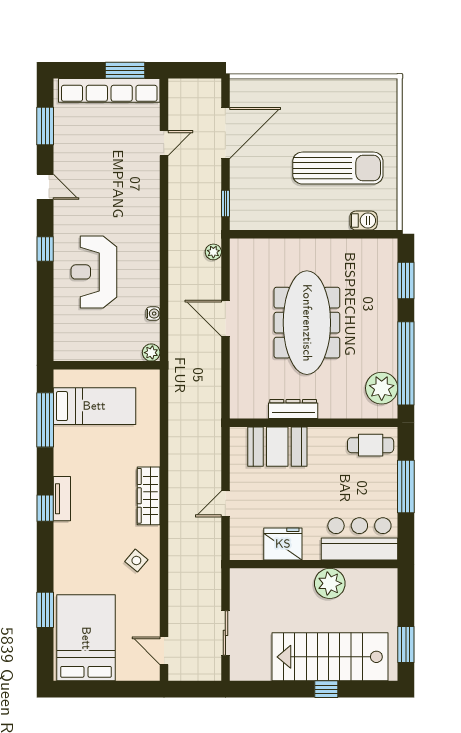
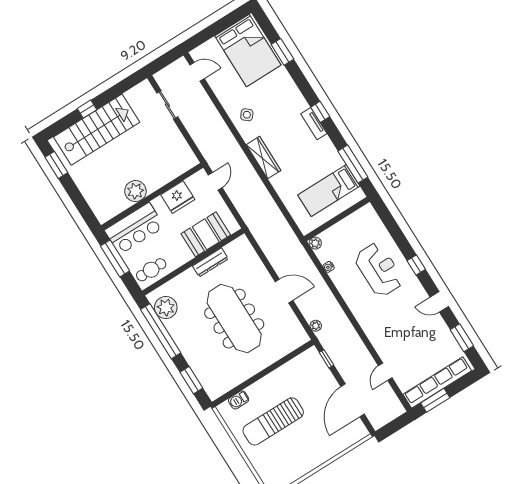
bar counter: (359, 539) -> (134, 228), moved
fridge: (283, 544) -> (178, 197), moved
wall: (314, 564) -> (152, 196), moved
plant: (330, 583) -> (135, 191), moved

